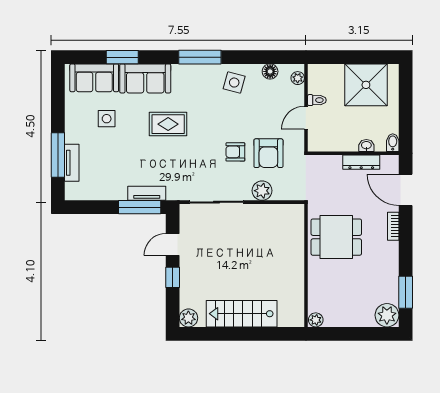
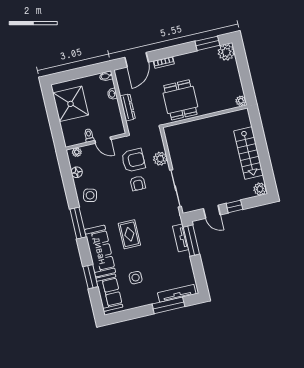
sofa: (145, 78) -> (100, 251), width x1.36
dresser: (361, 162) -> (128, 107), moved
tv unit: (72, 163) -> (177, 293), width x1.41

